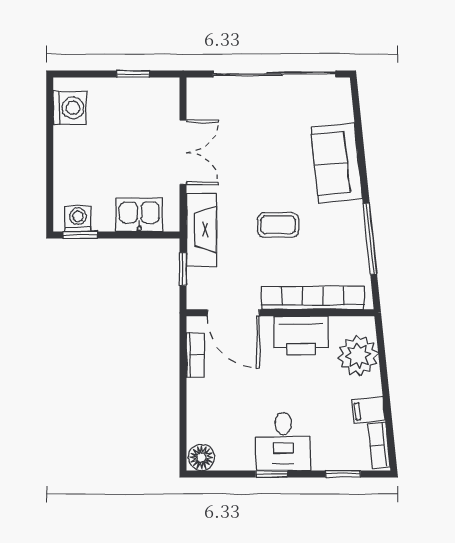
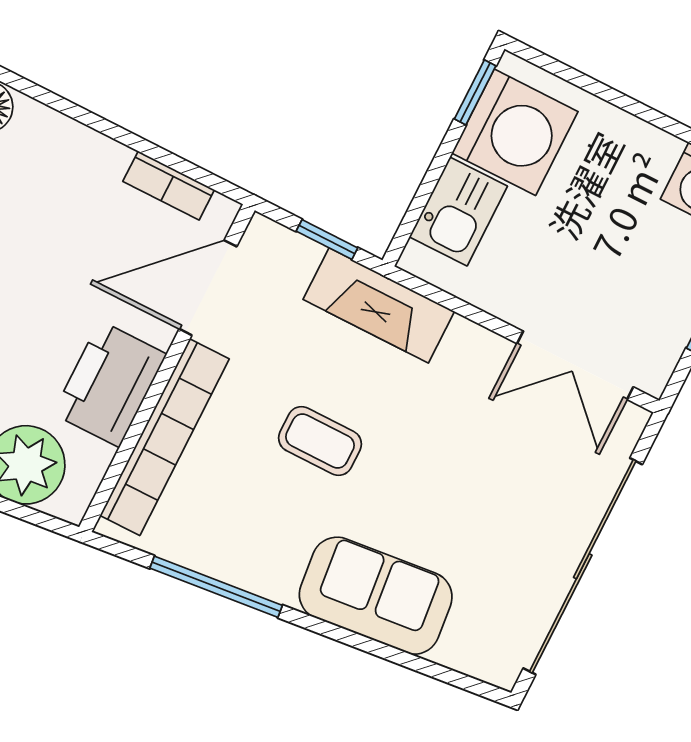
double door: (183, 152) -> (575, 365), moved
washing machine: (78, 219) -> (515, 132), width x1.89, depth x1.89
coffee table: (278, 225) -> (320, 441), turned 90

